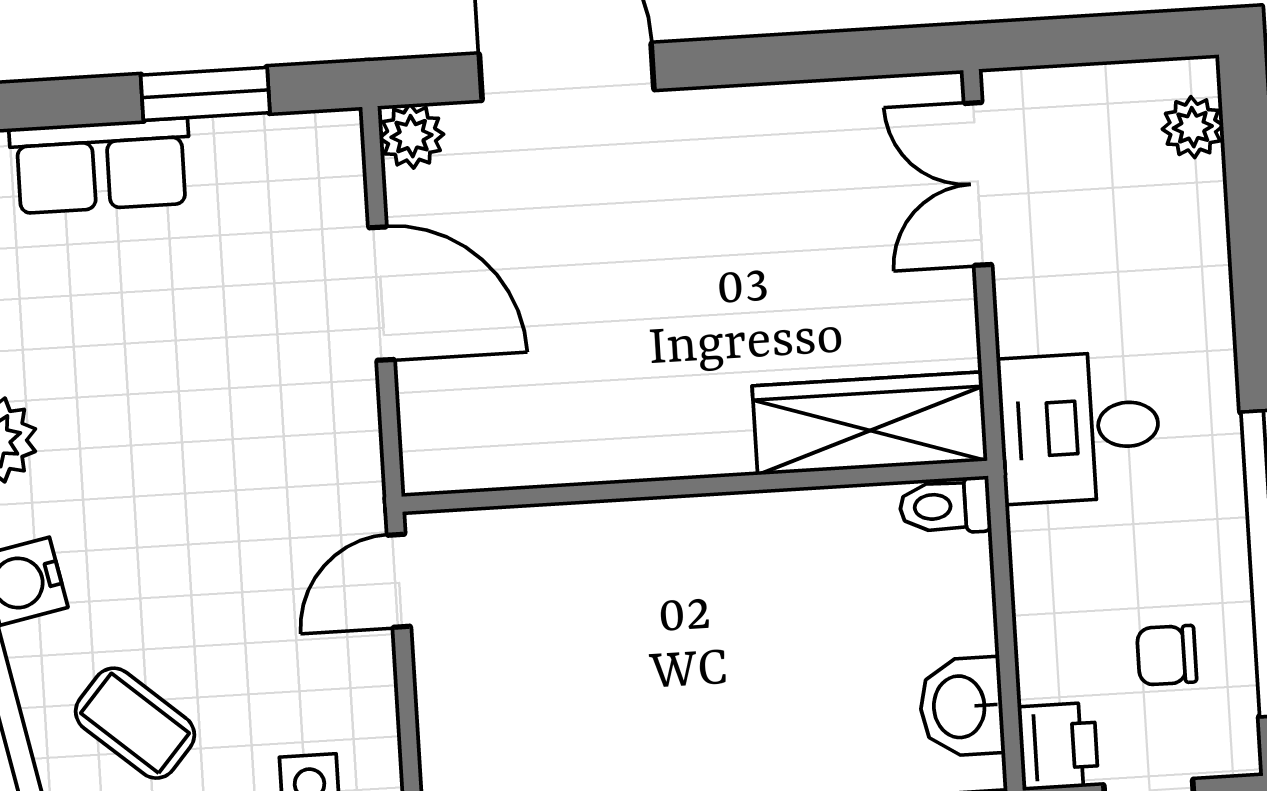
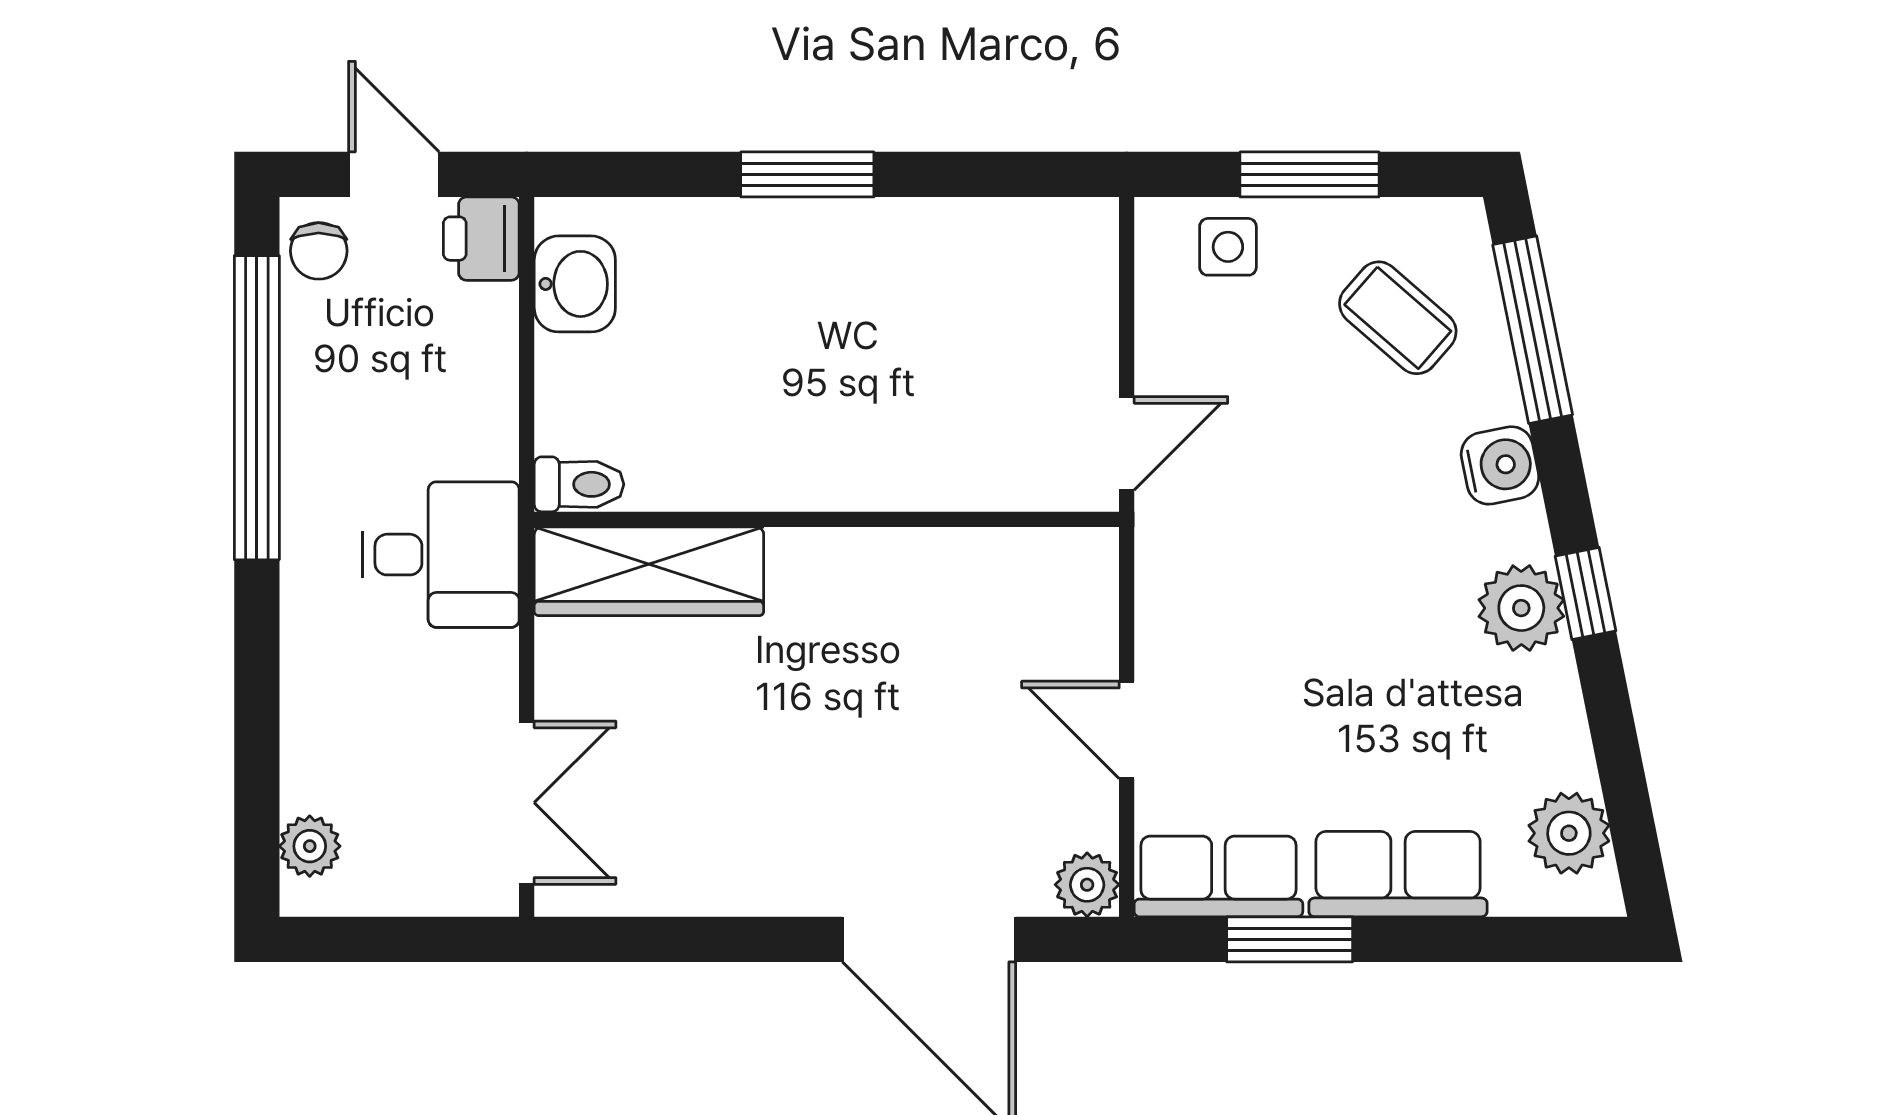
row of seats: (280, 152) -> (1218, 876), added
door: (381, 294) -> (1127, 730), width x0.73
chair: (1167, 655) -> (319, 251), moved, turned 90

